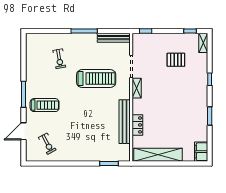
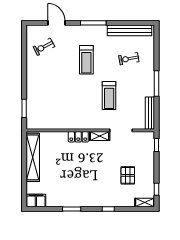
treadmill: (96, 79) -> (109, 96), width x0.73, depth x0.73
treadmill: (45, 105) -> (86, 60), moved
bench: (125, 122) -> (130, 30), moved
locker: (137, 125) -> (78, 137), moved

